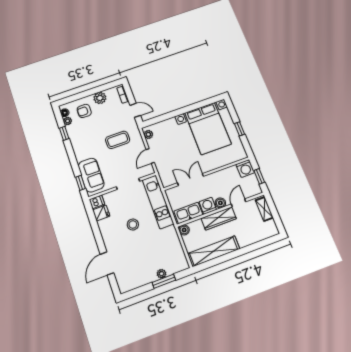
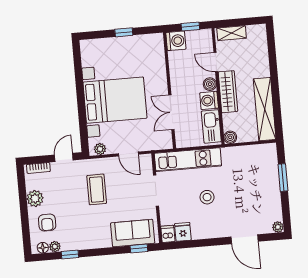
bed with nightstands: (208, 128) -> (115, 100), moved
plant: (161, 274) -> (278, 227), moved

